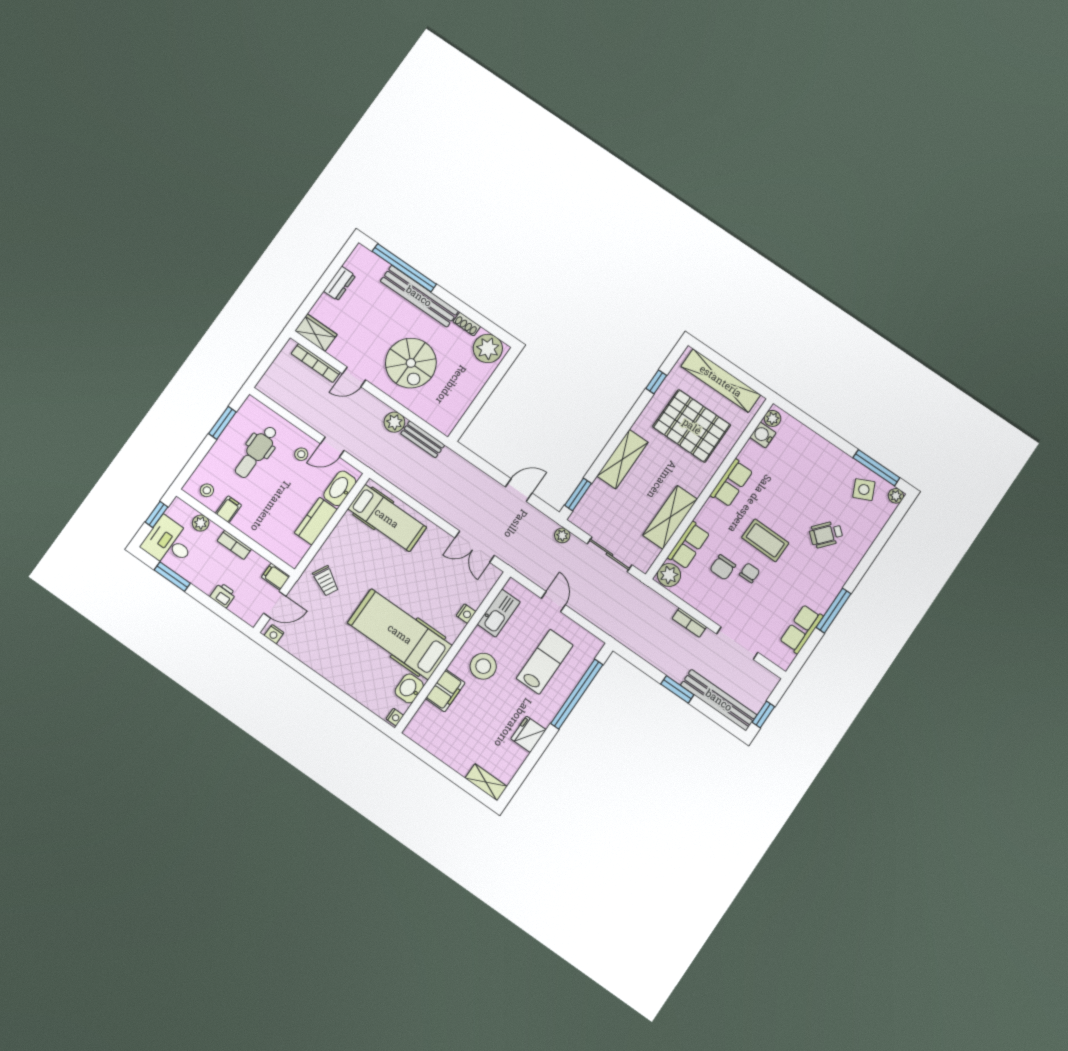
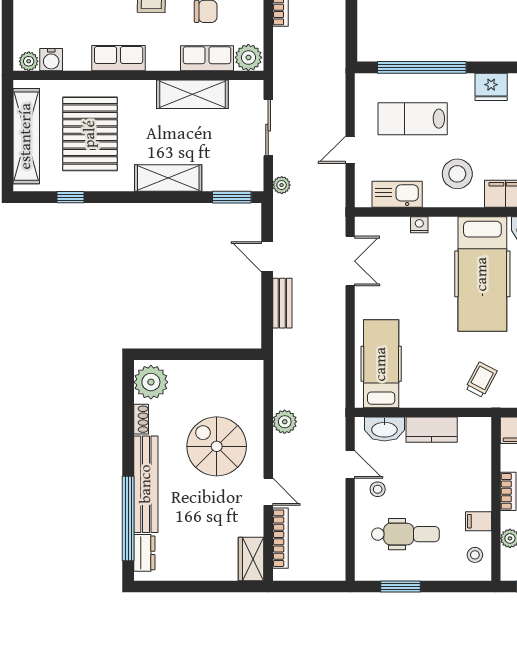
dresser: (340, 283) -> (144, 553), moved, turned 90
spiral stairs: (411, 363) -> (217, 446), turned -90
bench: (423, 439) -> (282, 303), moved

